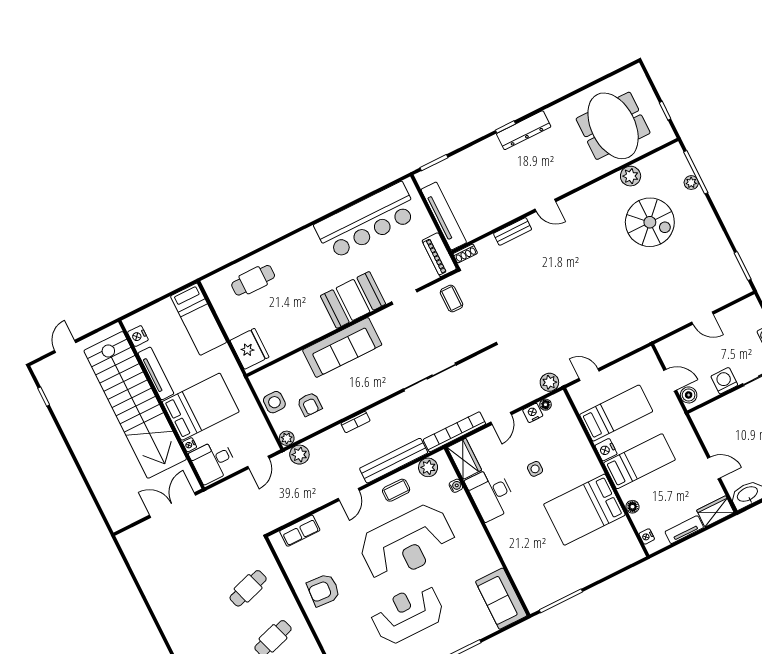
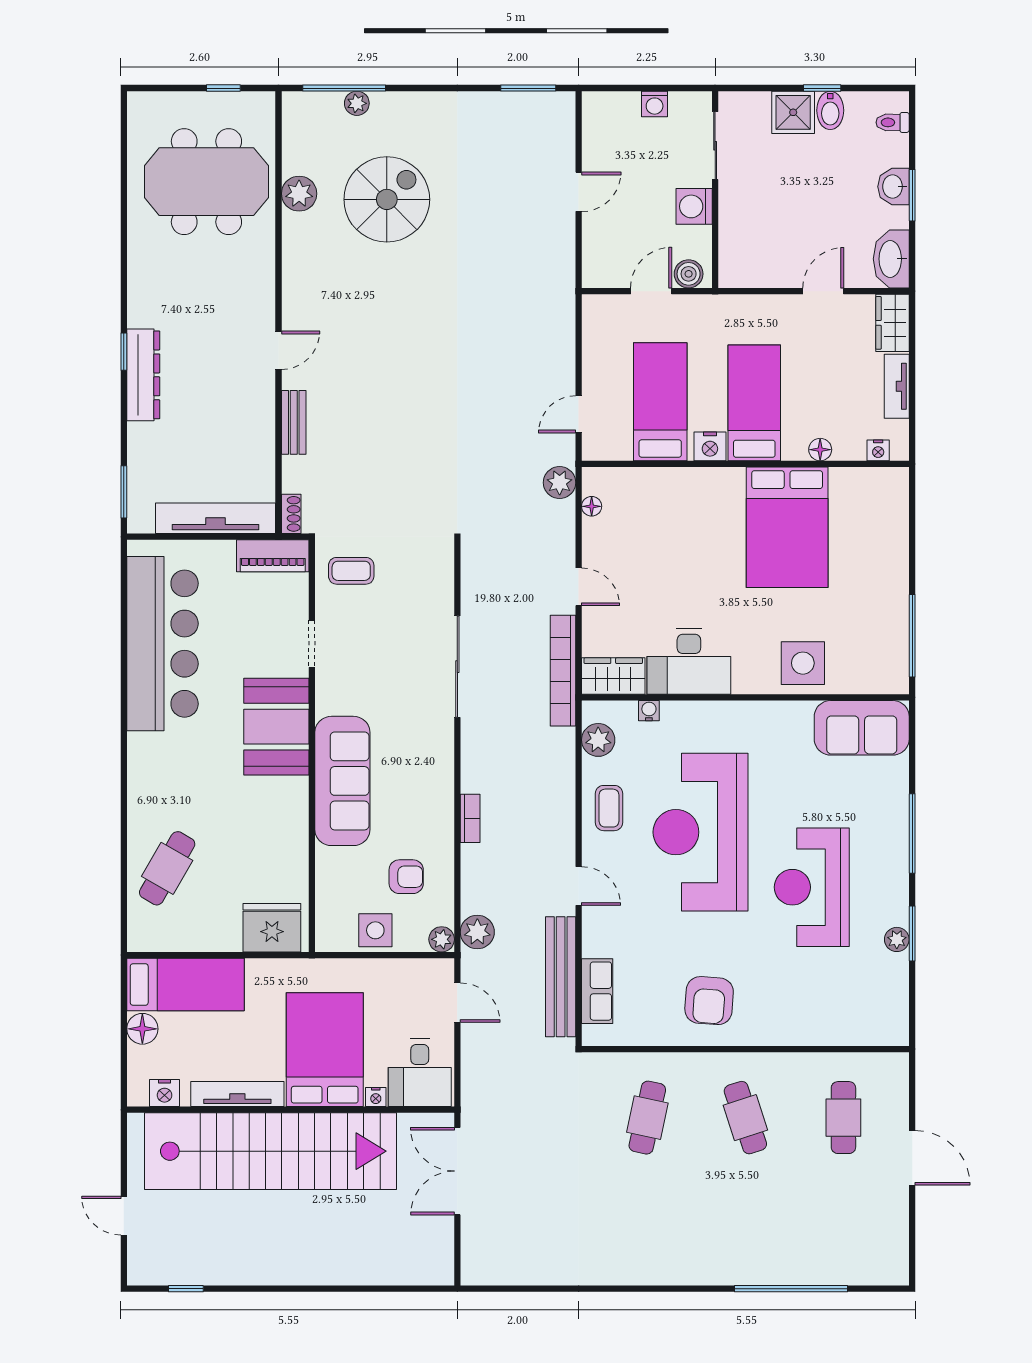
dresser: (524, 130) -> (143, 375), moved
cafe table: (253, 280) -> (167, 868), turned 30
floor lamp: (165, 308) -> (142, 1029), added
nightstand: (533, 413) -> (595, 533), removed
bench: (394, 461) -> (561, 977), moved
side table: (535, 469) -> (803, 663), moved, width x1.87, depth x1.87
reception desk: (407, 543) -> (701, 832), turned 180
cafe table: (248, 588) -> (647, 1118), turned 30

